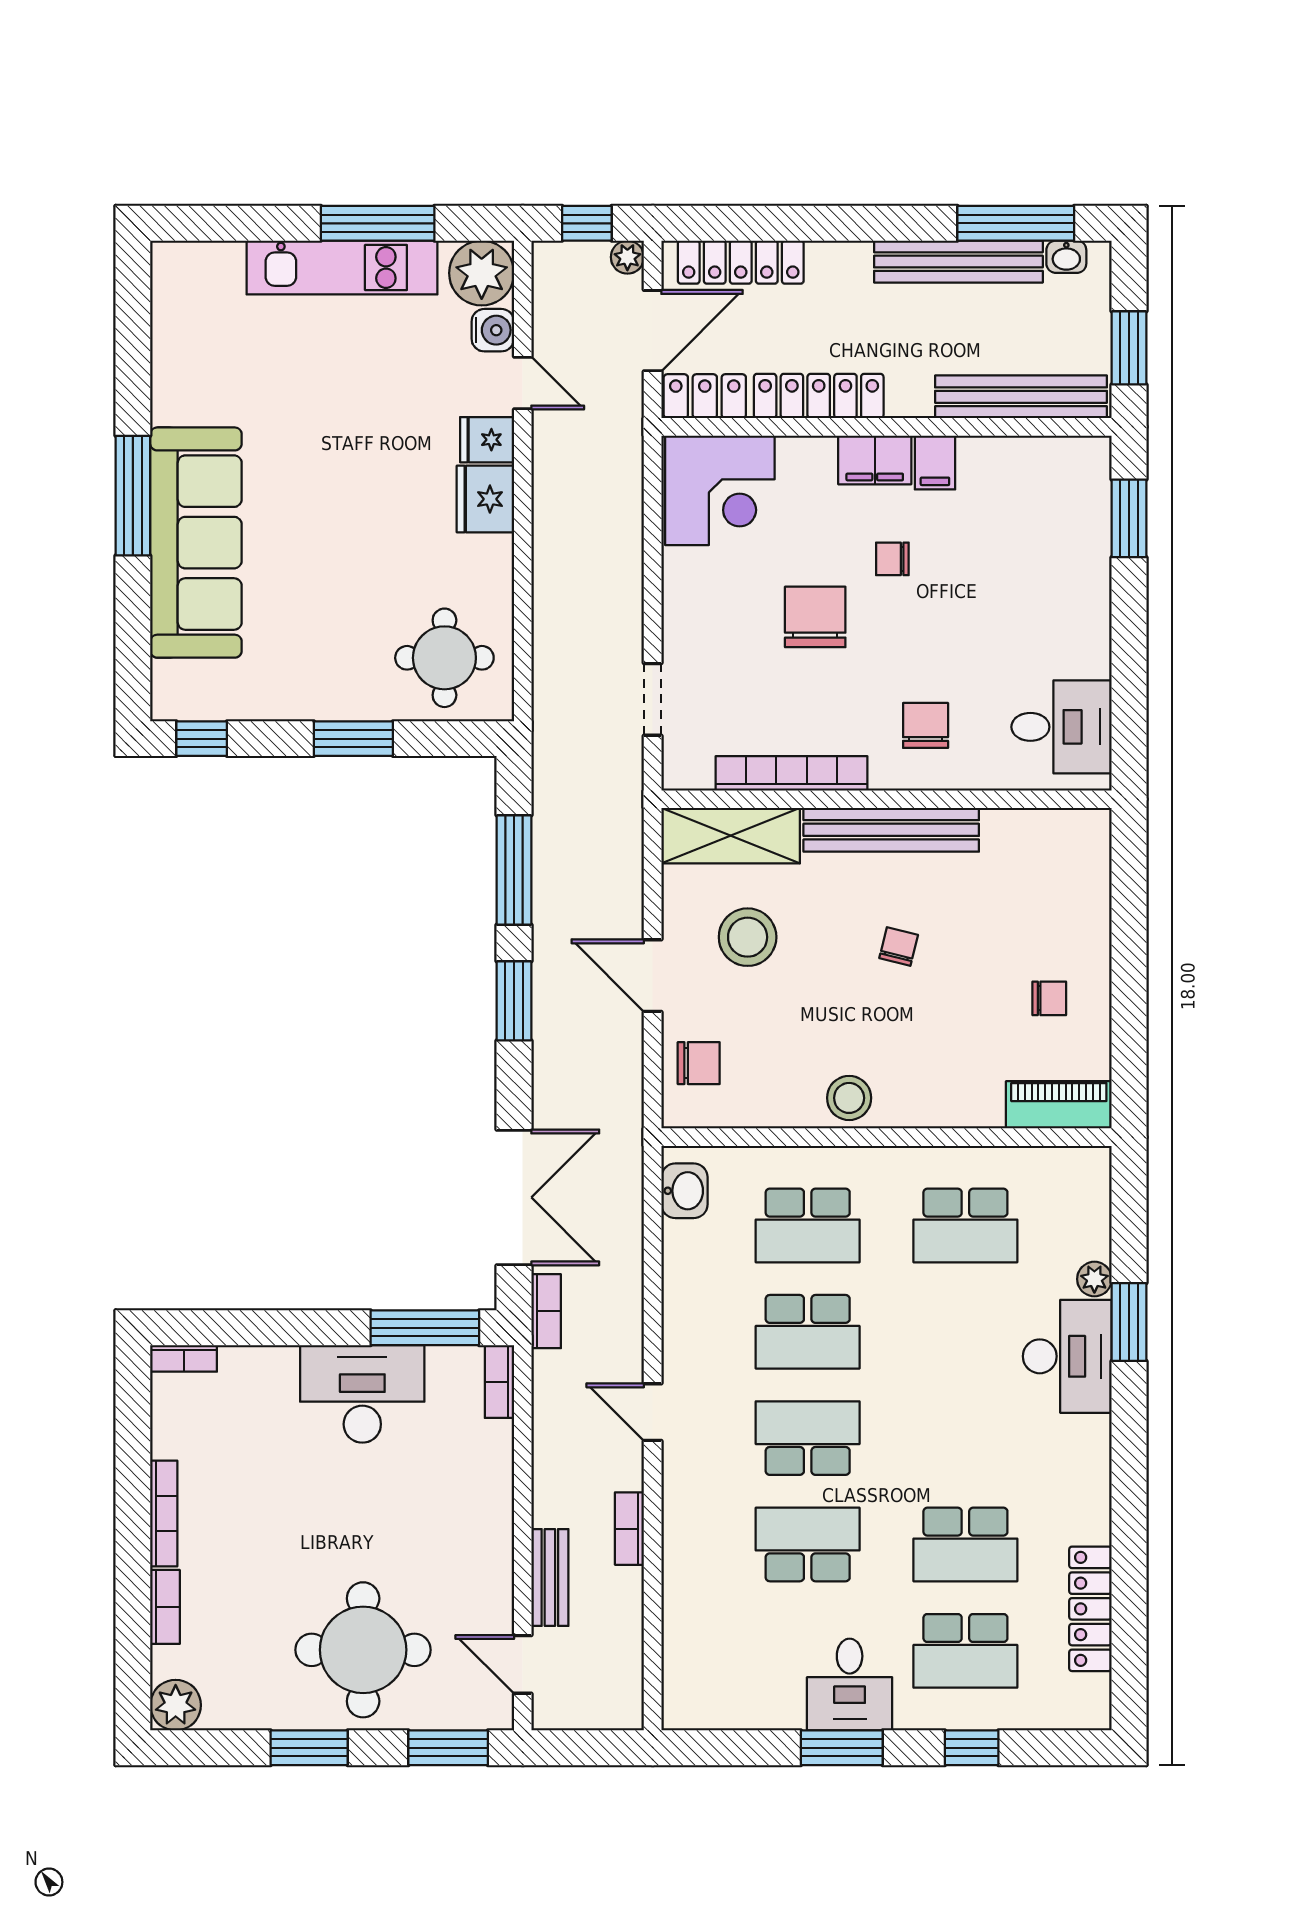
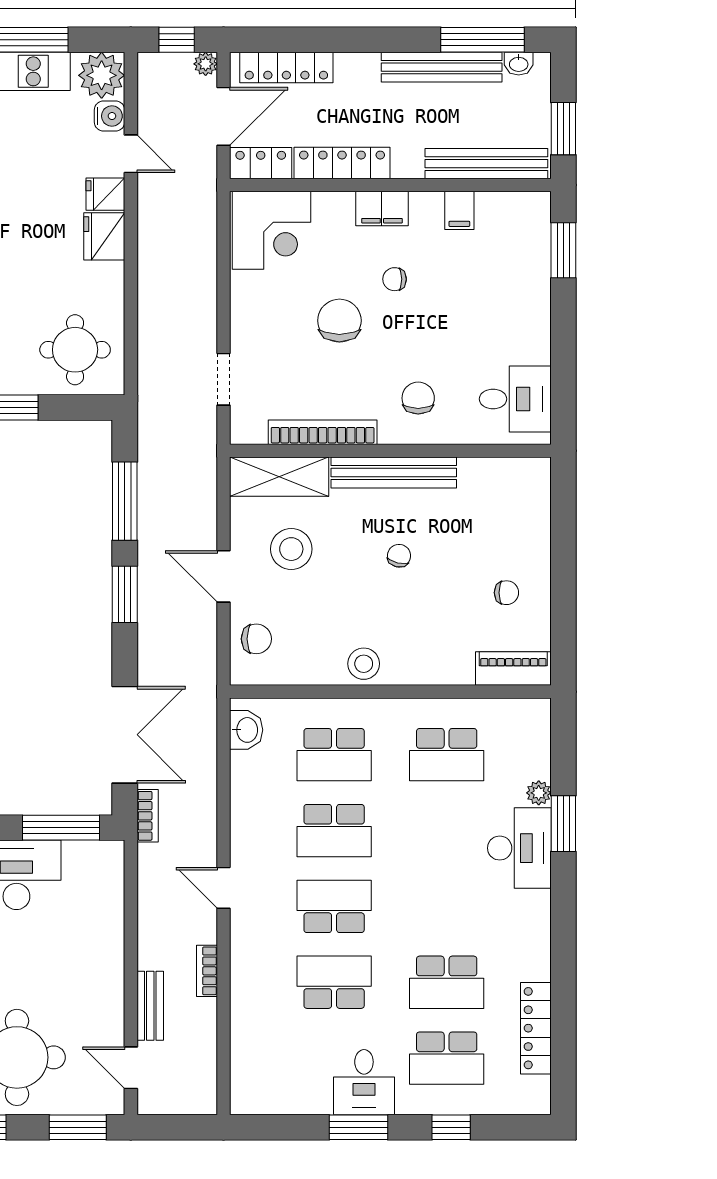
filing cabinet: (935, 462) -> (459, 210), moved
bookcase: (499, 1382) -> (114, 866), removed

